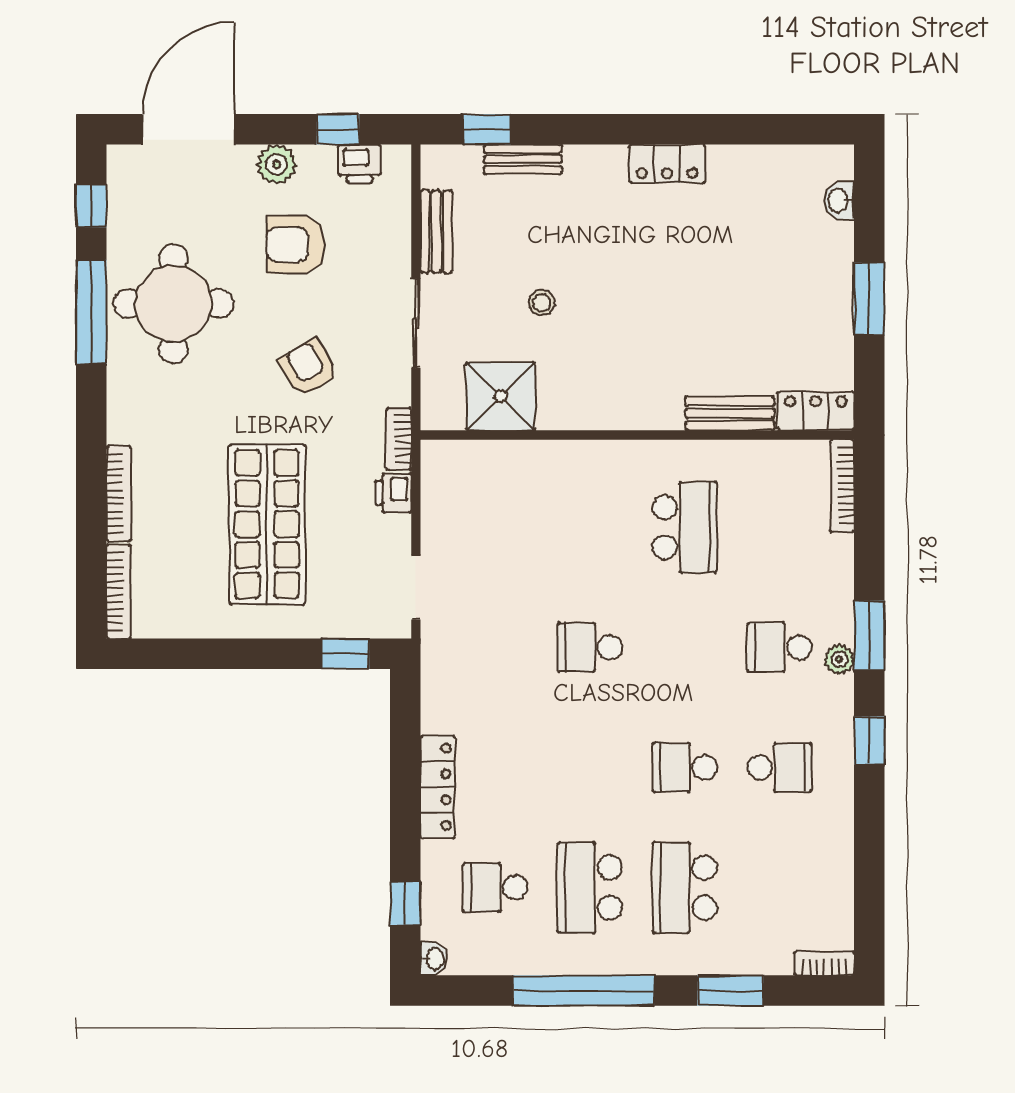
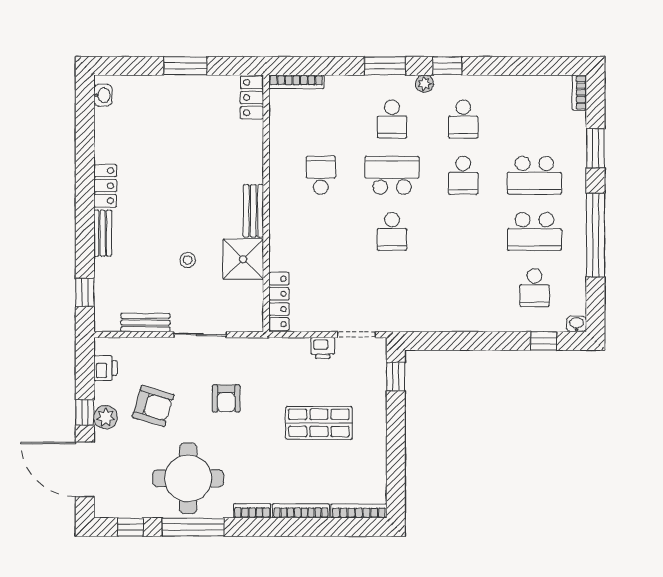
window: (338, 129) -> (85, 412), moved
bench: (523, 159) -> (103, 233), moved
washbasin: (839, 201) -> (103, 95), moved, turned -90
armchair: (296, 245) -> (153, 406), turned -73
armchair: (308, 368) -> (226, 398), turned -60
shower: (501, 396) -> (243, 259), moved
bench: (730, 413) -> (253, 211), moved
bookcase: (399, 439) -> (252, 511), moved, turned 180
printer: (393, 493) -> (323, 348), moved
shop shelf: (267, 524) -> (319, 423), width x0.70, depth x0.74
school desk: (685, 527) -> (321, 175), width x0.54
school desk: (685, 647) -> (392, 175), added
plant: (839, 659) -> (425, 84), moved
school desk: (779, 768) -> (463, 119), turned 180
locker: (438, 787) -> (279, 301), moved, turned 90

